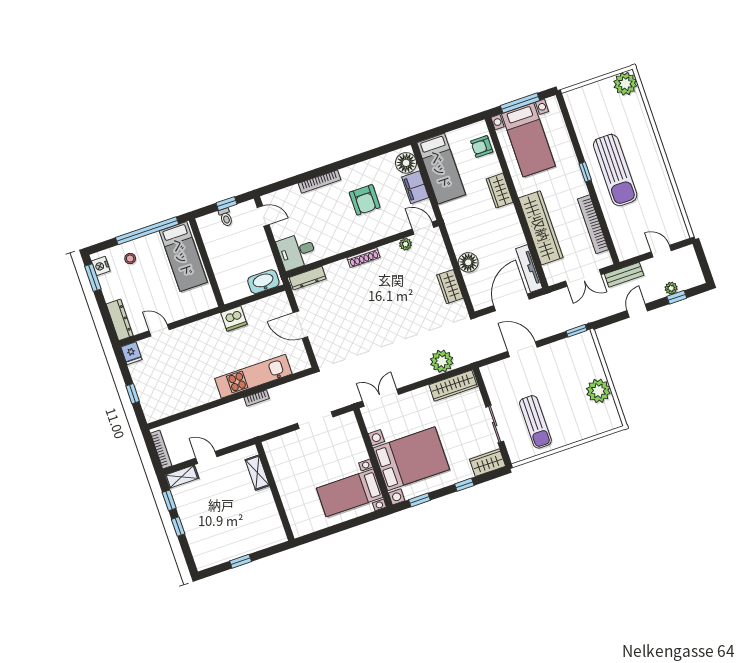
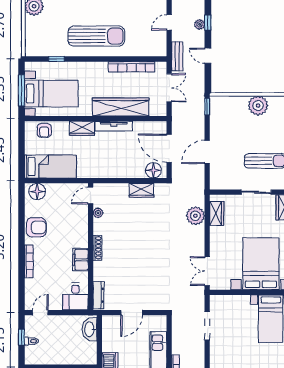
window: (585, 172) -> (56, 59), moved
filing cabinet: (415, 187) -> (80, 260), moved, turned 90
armchair: (365, 200) -> (36, 227), moved
floor lamp: (468, 262) -> (153, 170), moved
tv unit: (529, 268) -> (114, 126), moved
wardrobe: (453, 386) -> (217, 213), width x0.67

